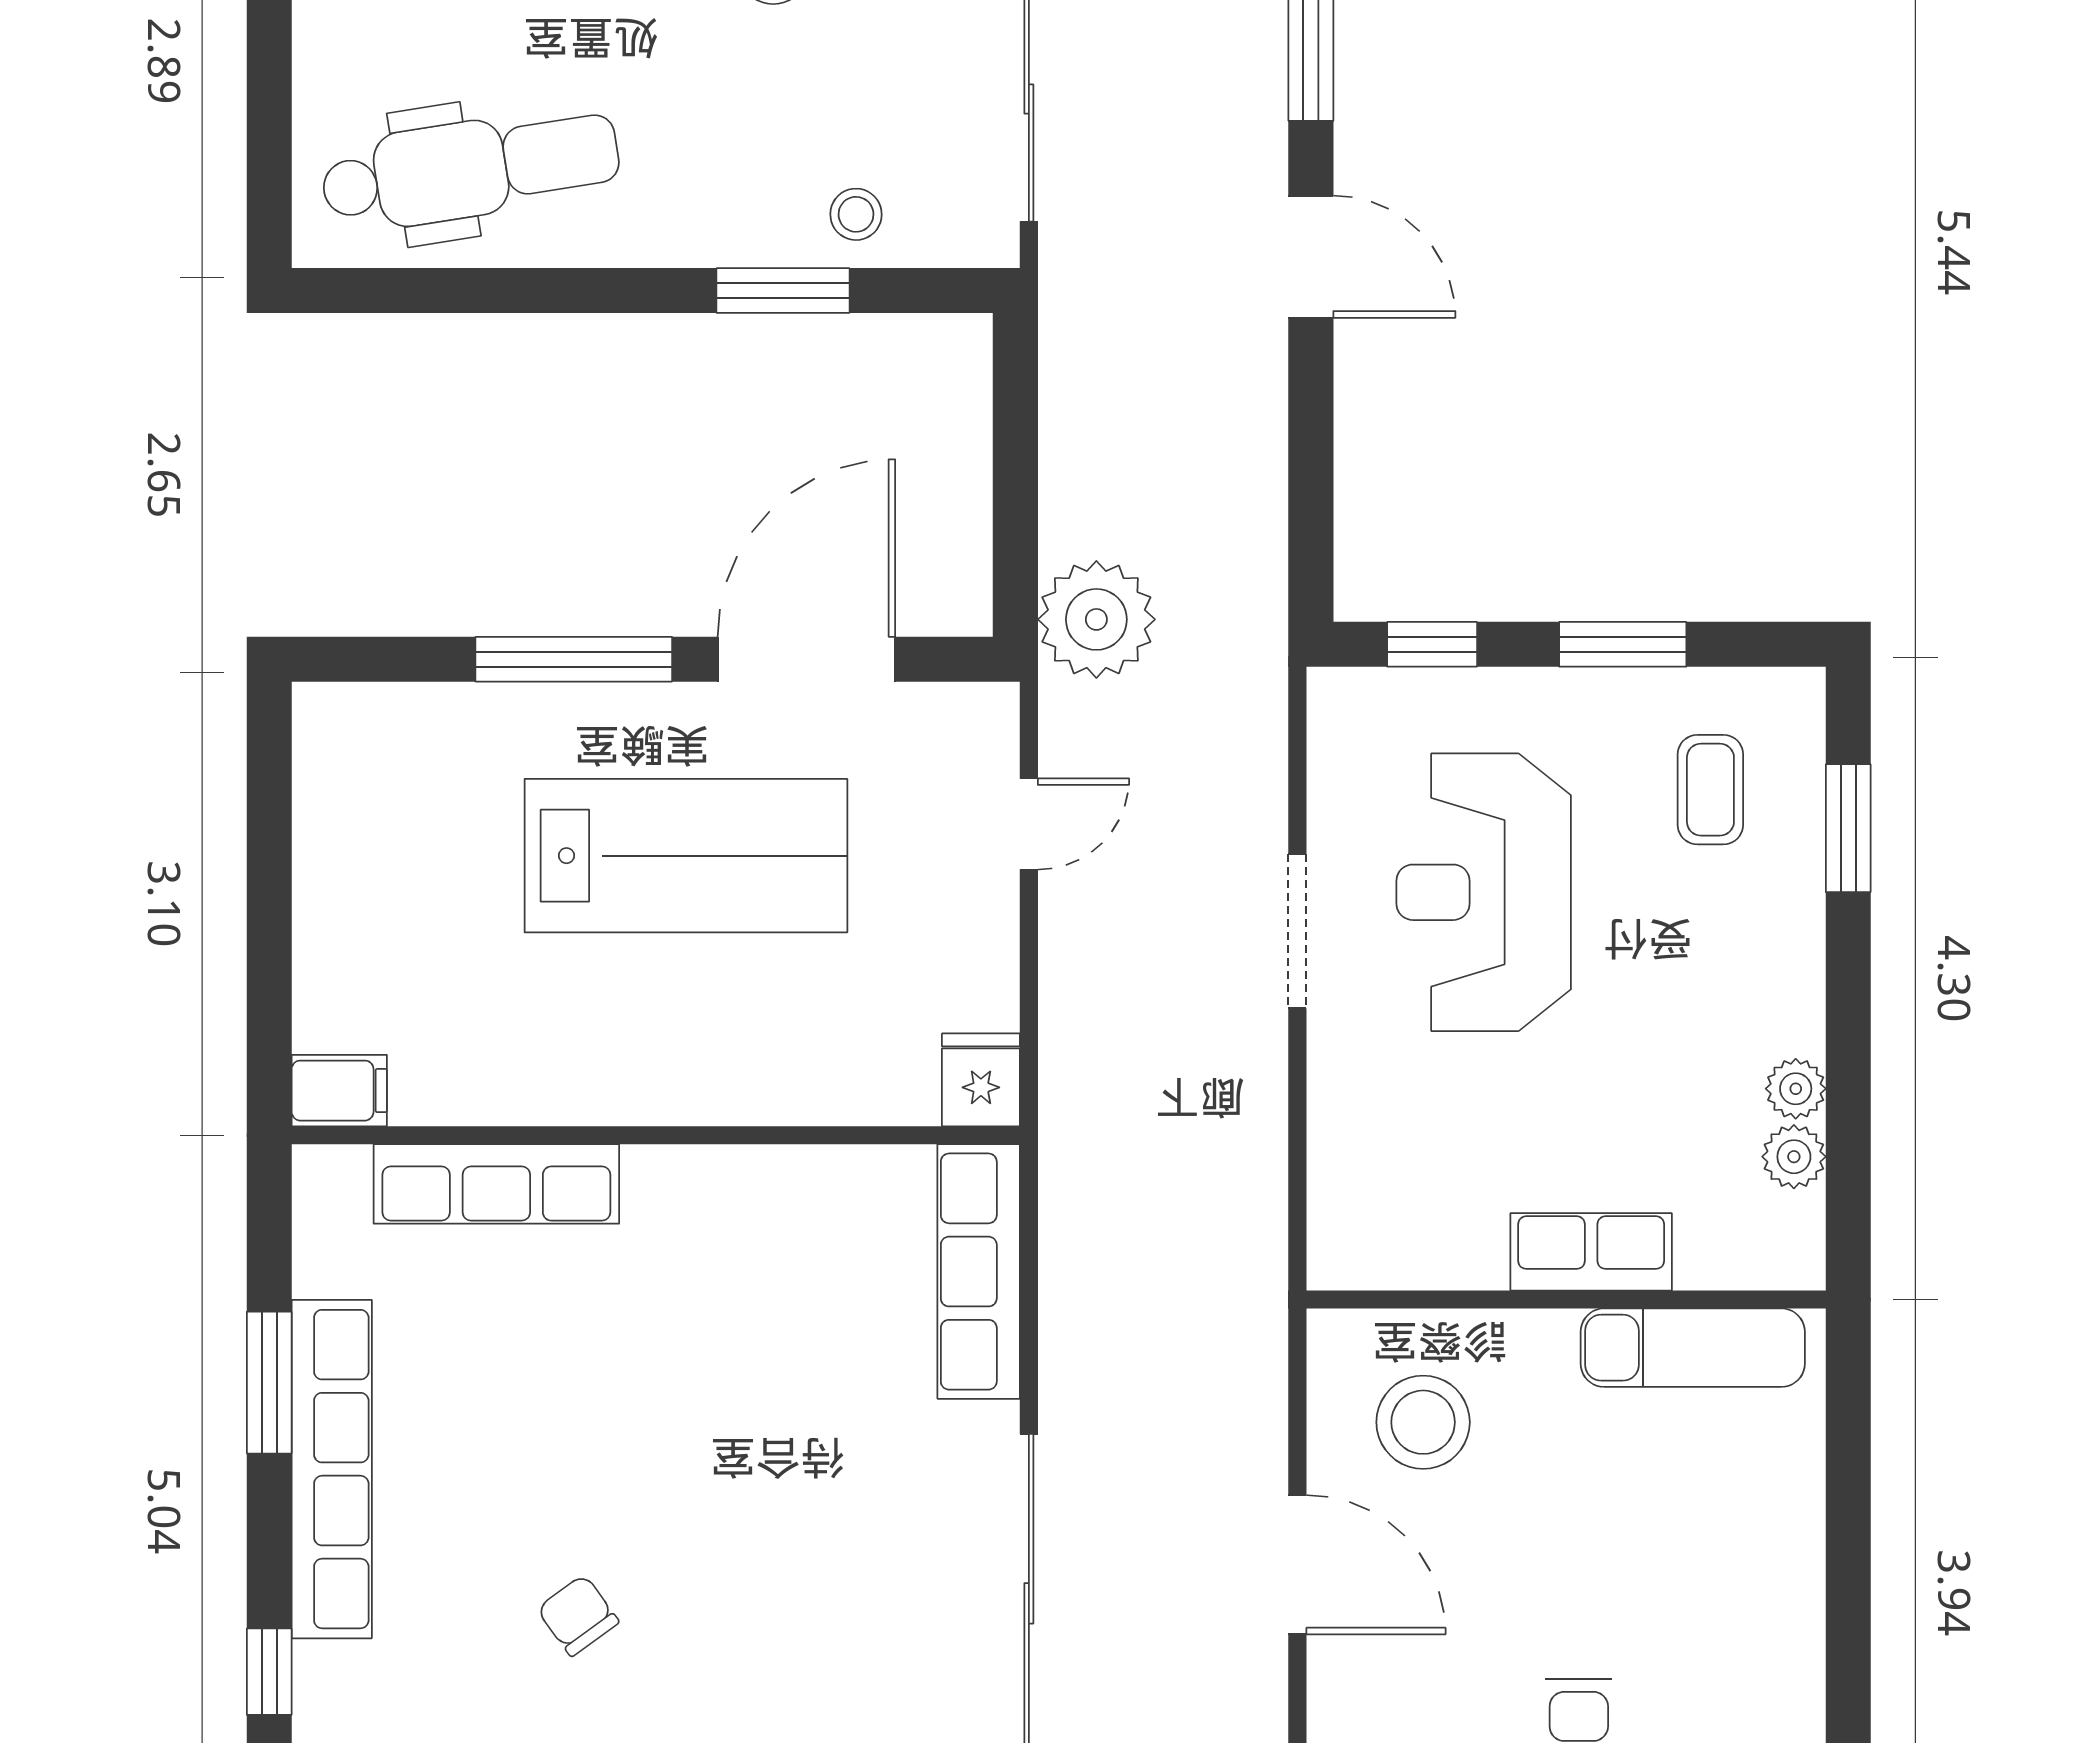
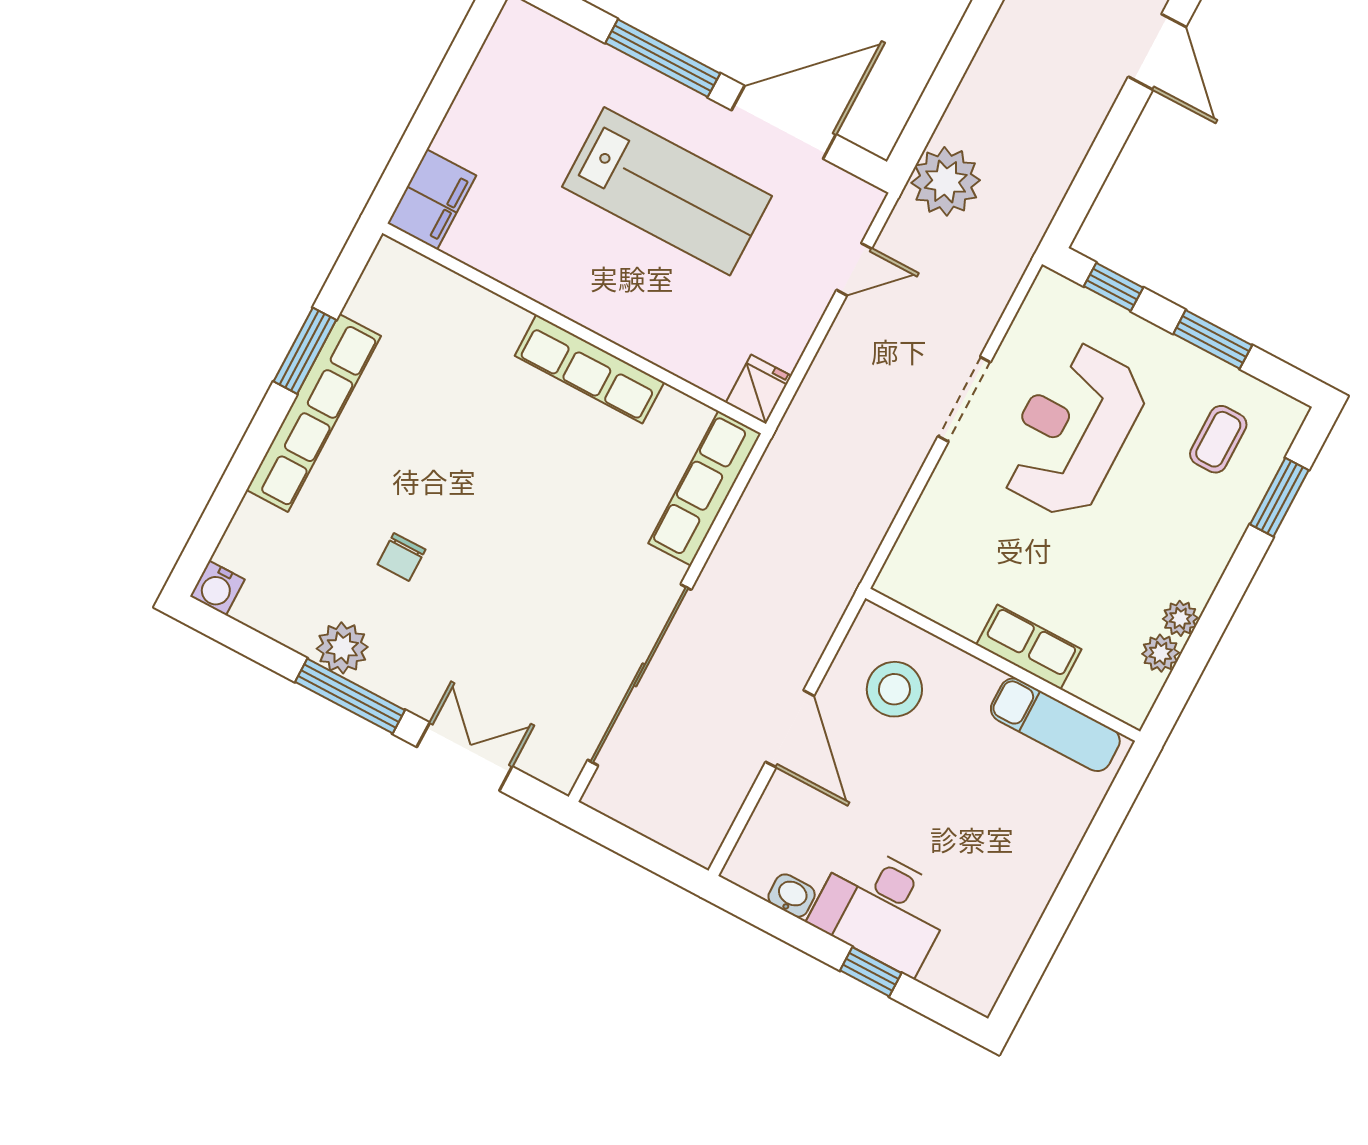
filing cabinet: (339, 1091) -> (432, 199), width x2.00
row of seats: (496, 1184) -> (589, 369), moved
chair: (578, 1615) -> (401, 557), turned -144
window: (269, 1672) -> (225, 501), removed

